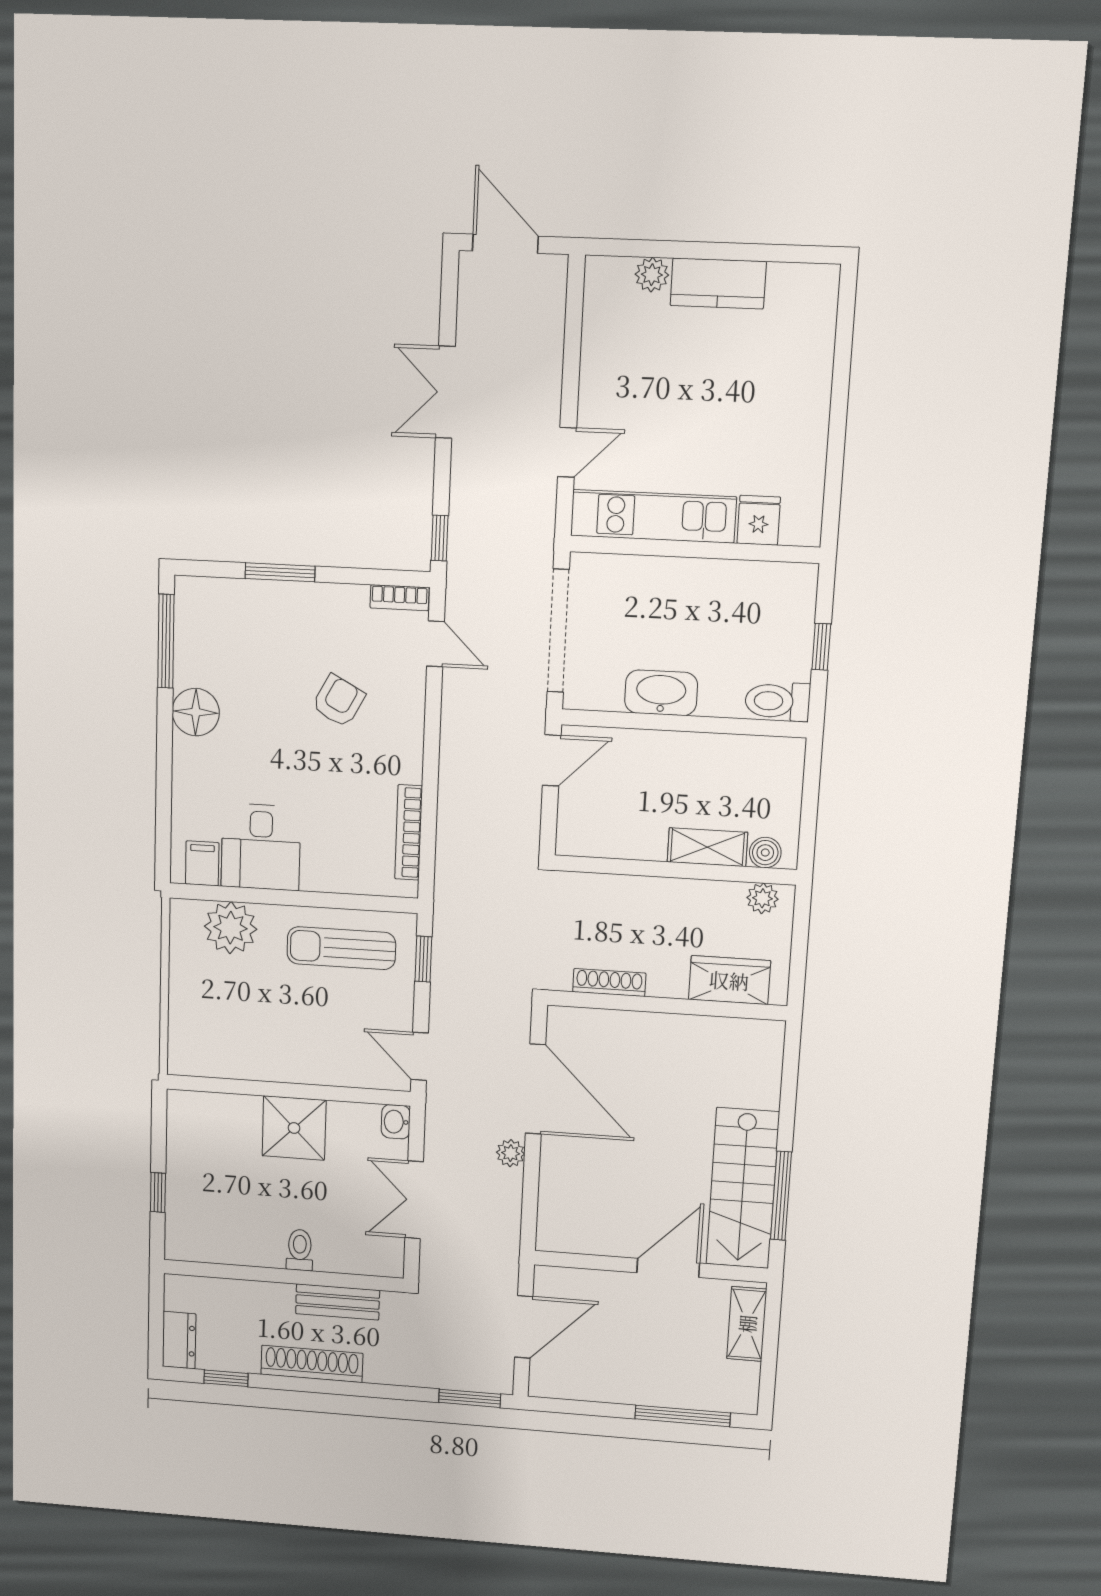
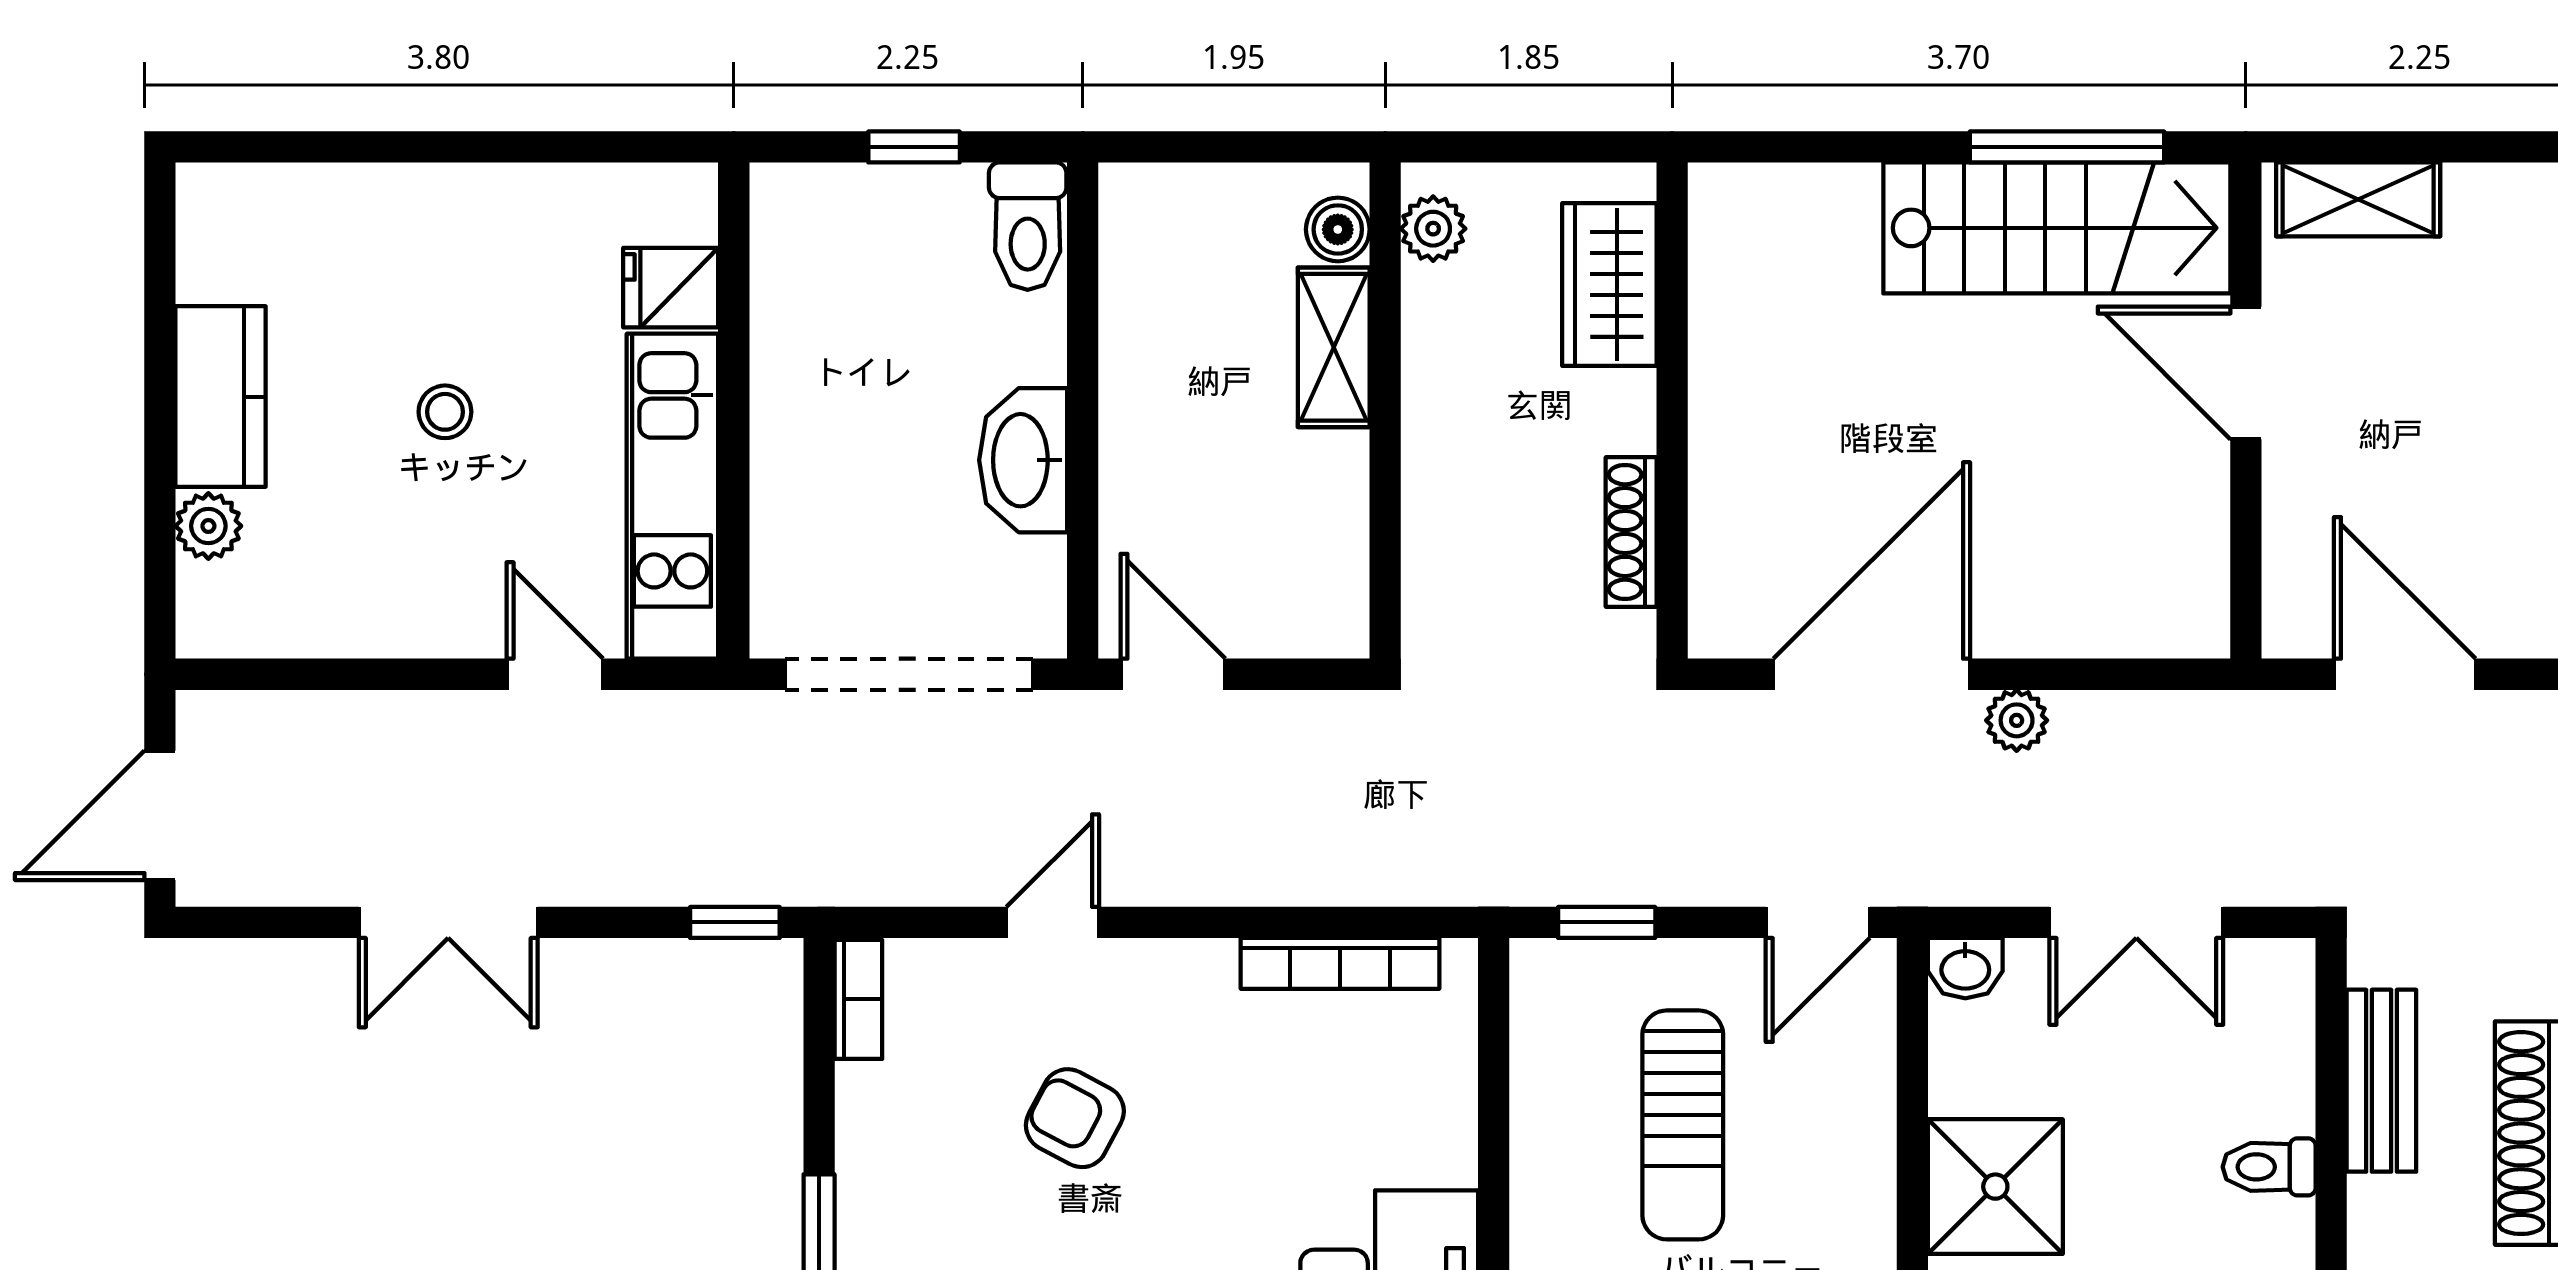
stool: (703, 401) -> (445, 412), added
door: (436, 644) -> (1053, 922), moved
sun lounger: (341, 948) -> (1683, 1125), moved

